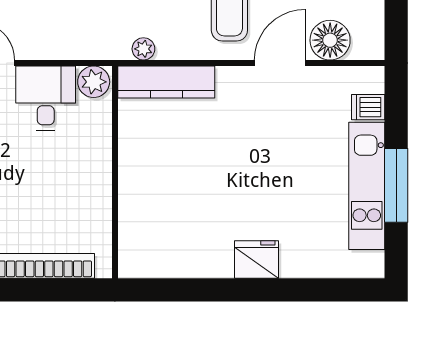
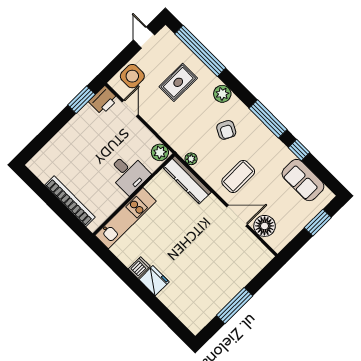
desk: (46, 98) -> (128, 173), moved, turned 90
dishwasher: (368, 107) -> (139, 268), moved, turned 90
kitchen unit: (367, 186) -> (126, 218), moved, turned 180

